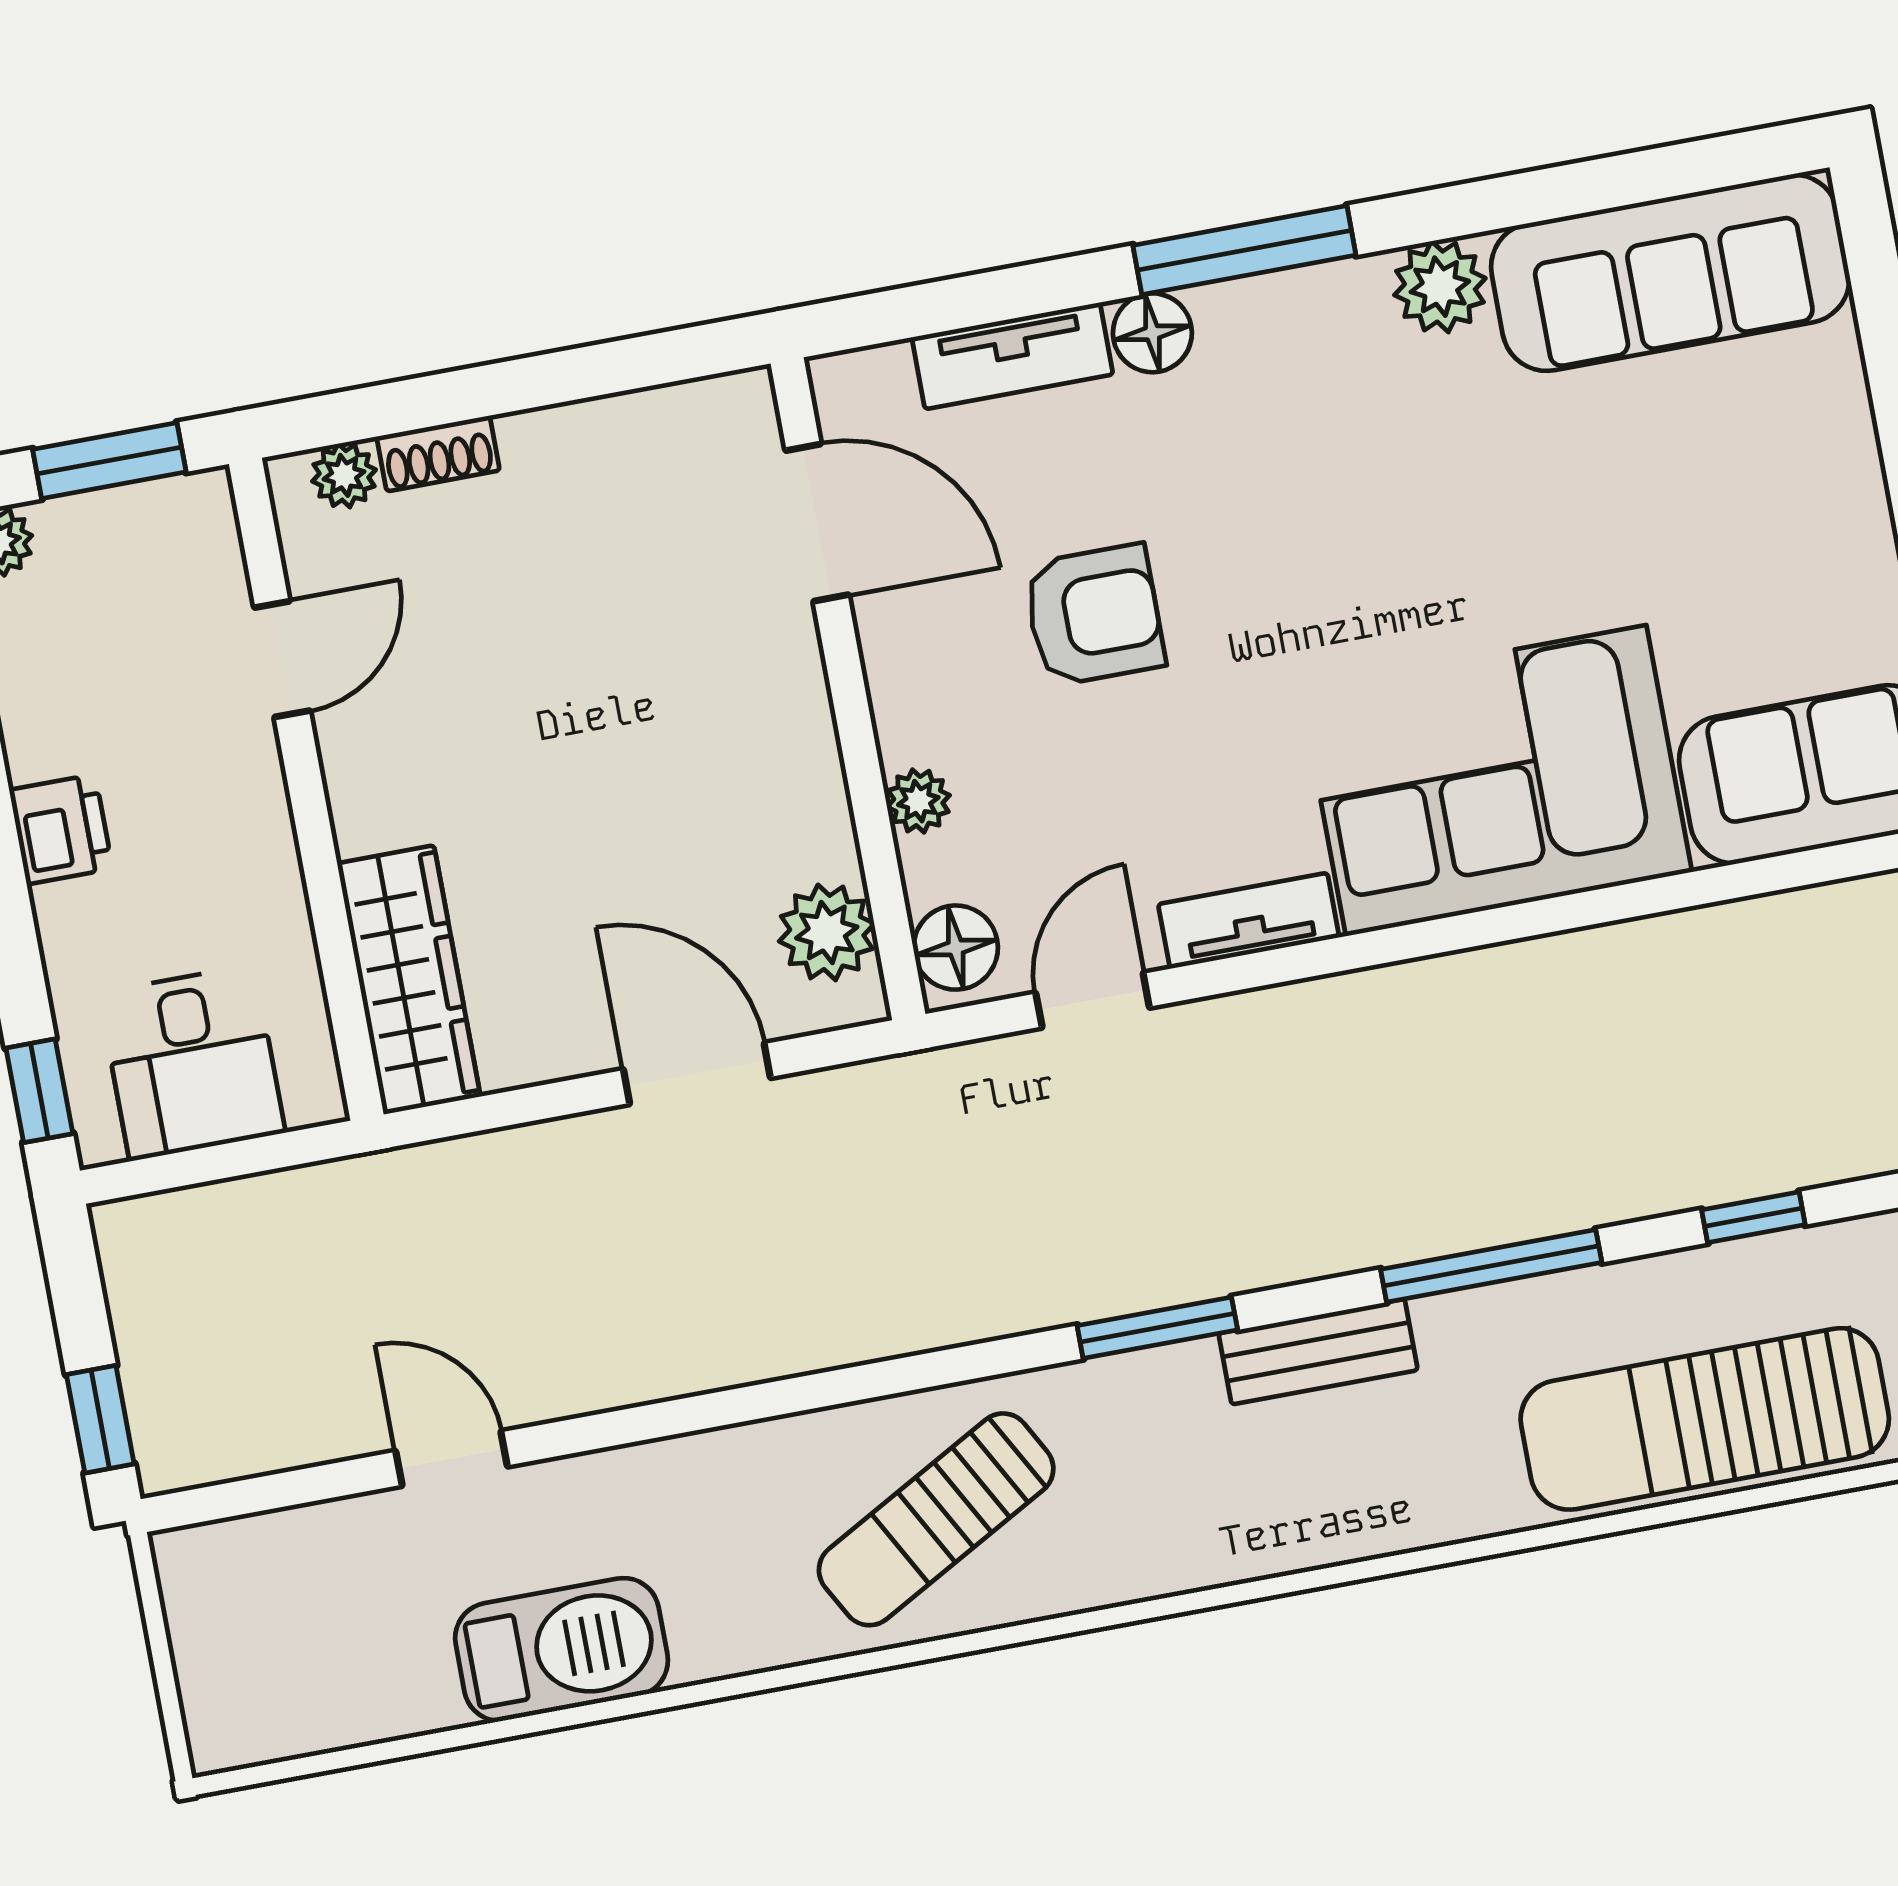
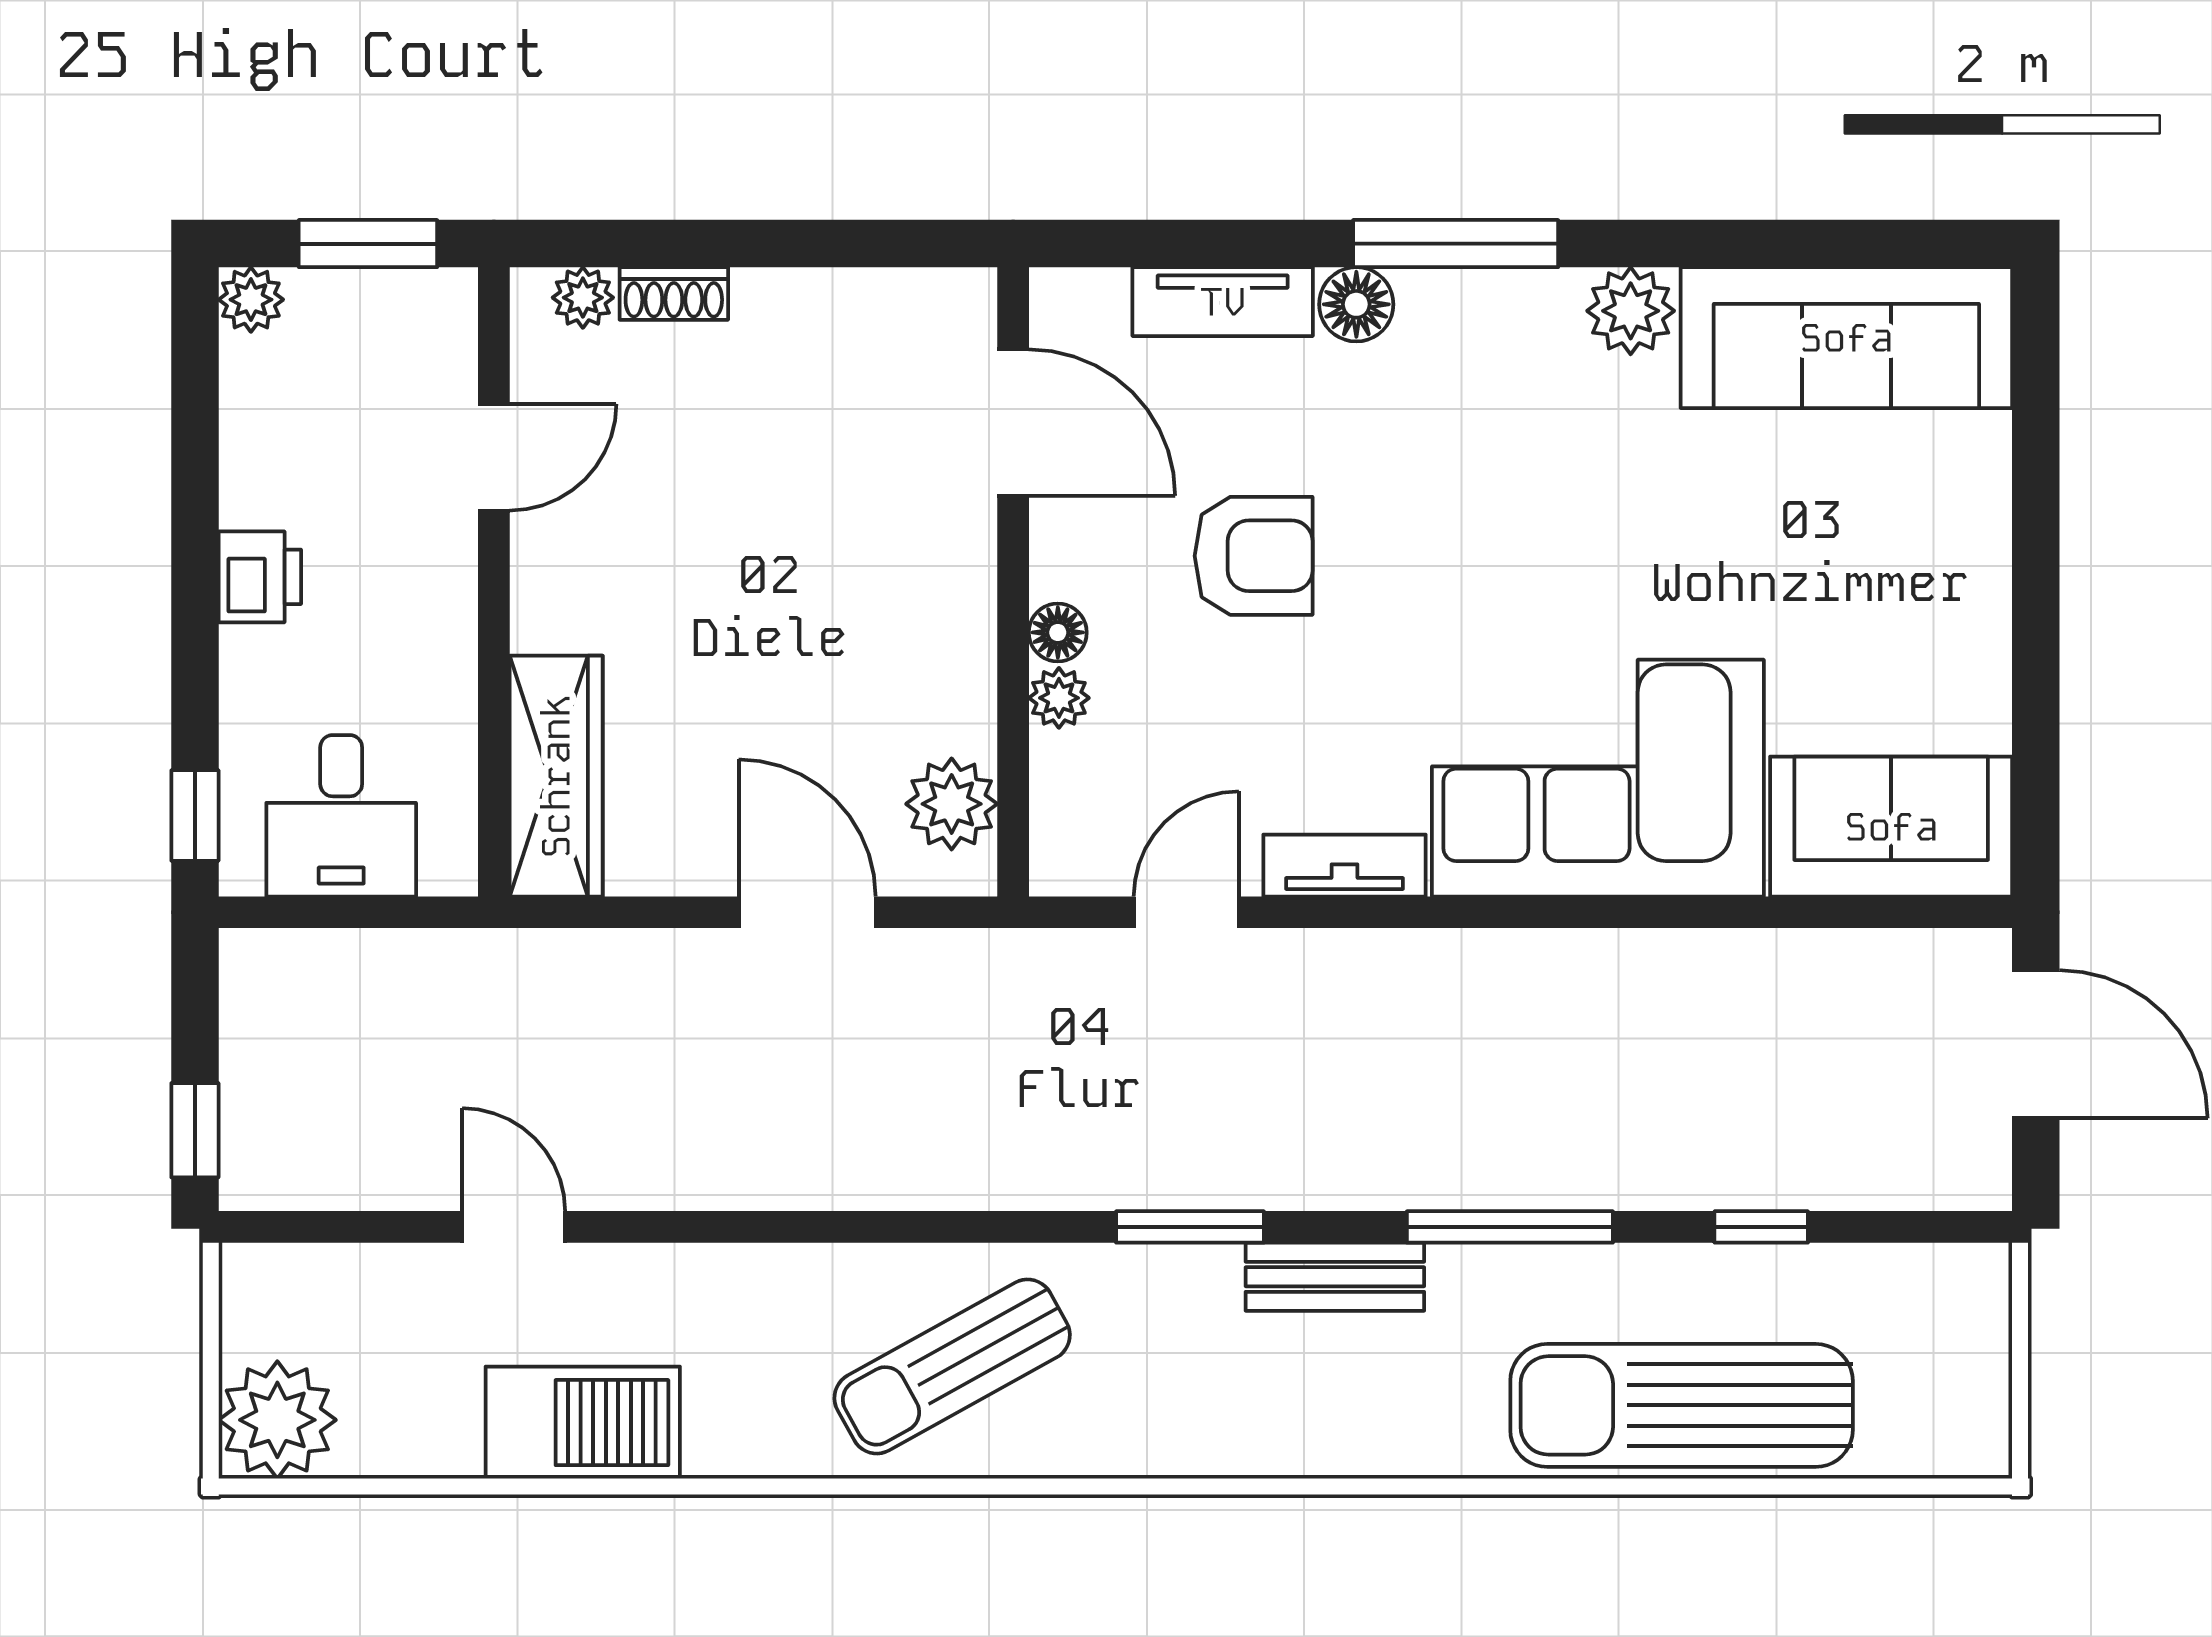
floor lamp: (956, 948) -> (1058, 632), moved, width x0.73, depth x0.73
plant: (242, 1706) -> (277, 1420), added

